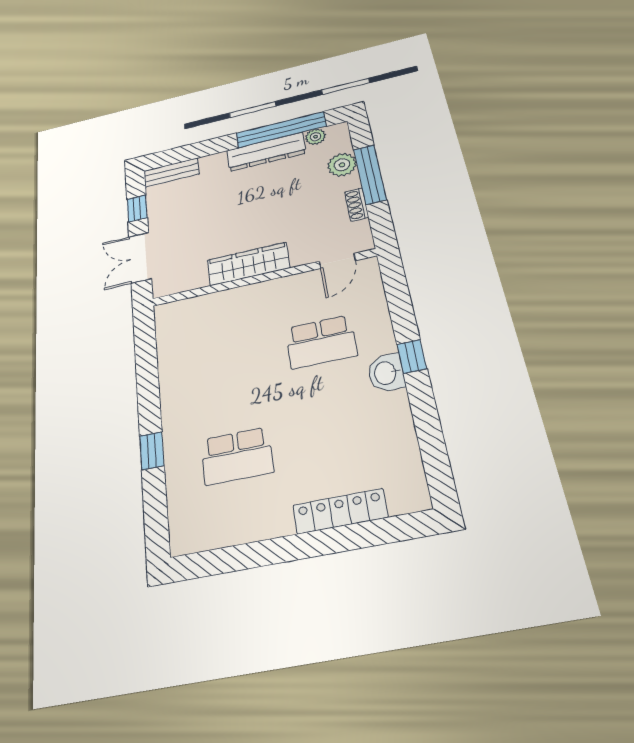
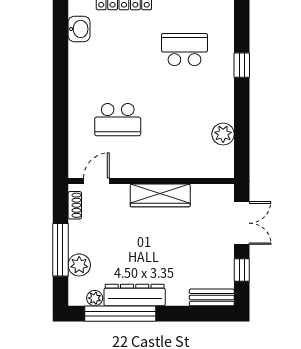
shoe rack: (357, 205) -> (75, 205), moved
school desk: (321, 342) -> (118, 120), turned 180
plant: (172, 355) -> (223, 134), added
window: (412, 356) -> (60, 95), removed
washbasin: (386, 373) -> (79, 29), moved

